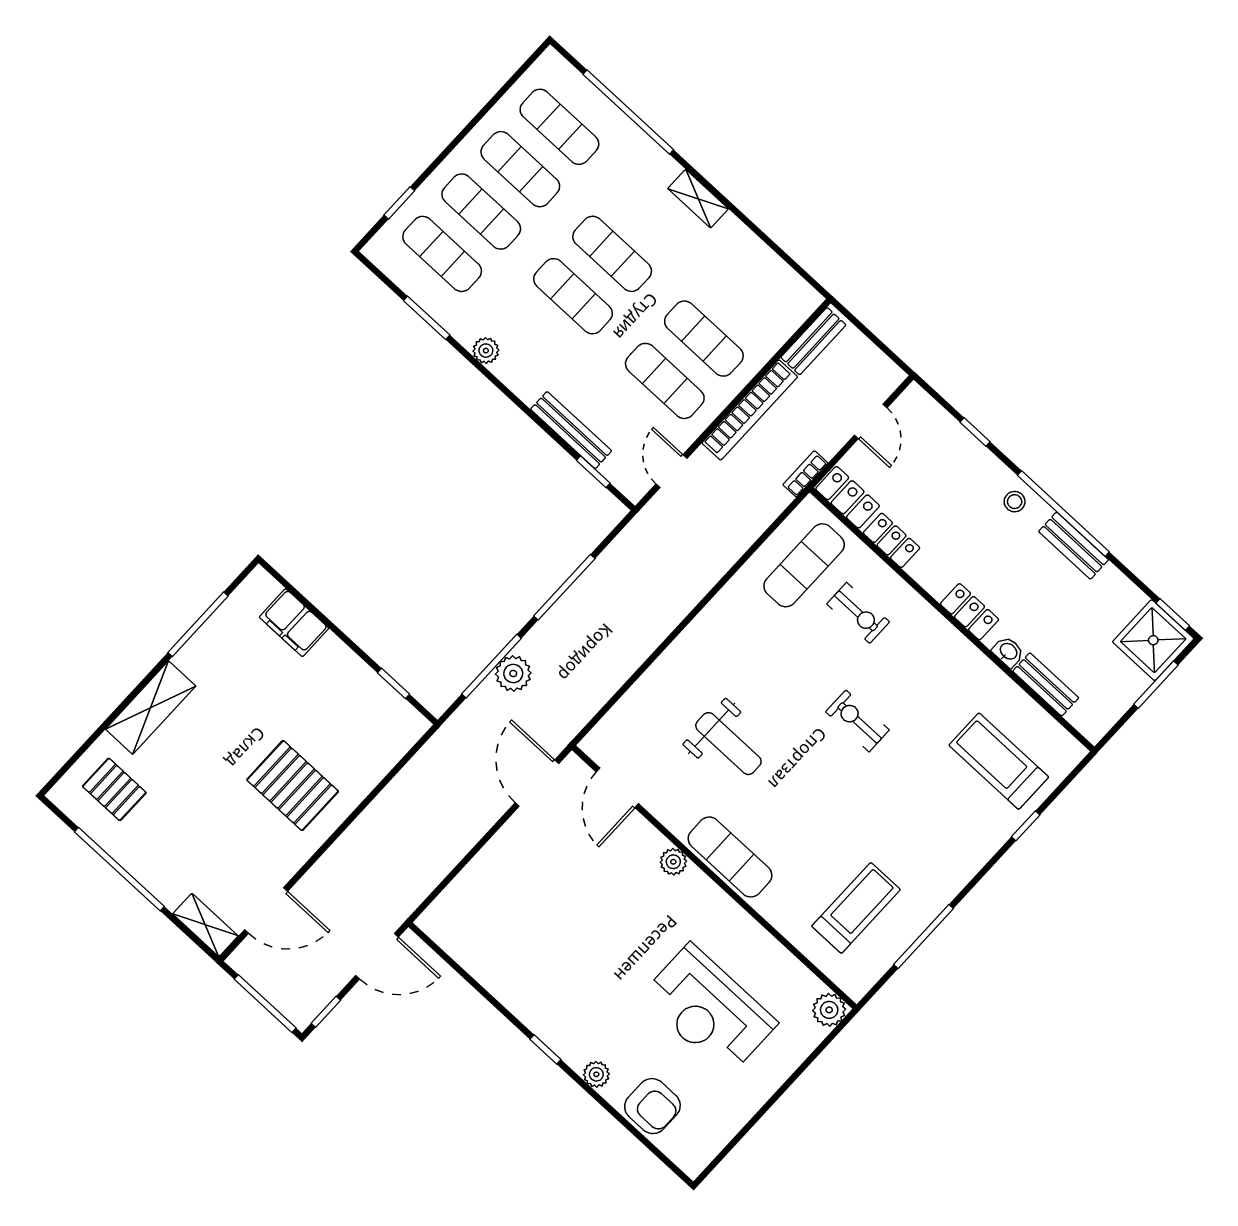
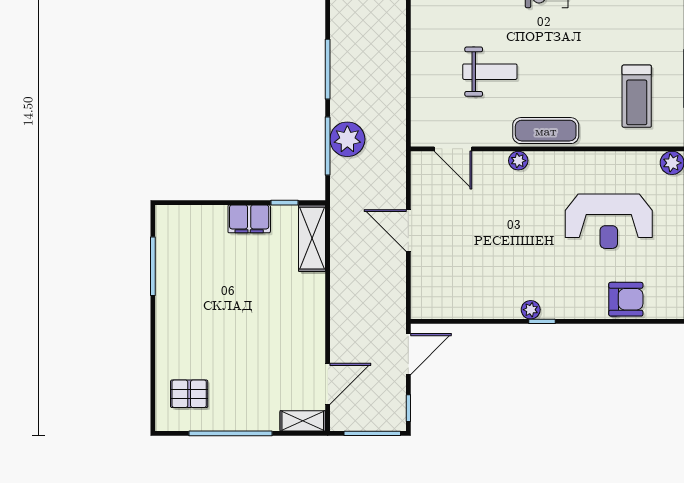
filing cabinet: (294, 623) -> (249, 219), moved
plant: (513, 674) -> (347, 139), width x1.36, depth x1.36
shelving: (151, 708) -> (312, 238), moved
door: (537, 783) -> (408, 230), moved
pallet: (293, 786) -> (281, 305), removed
treadmill: (856, 908) -> (637, 96), turned 180
plant: (596, 1074) -> (531, 310), moved

